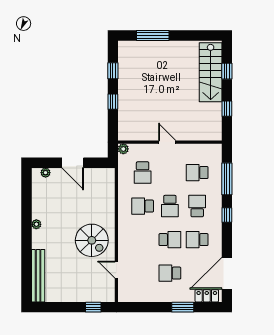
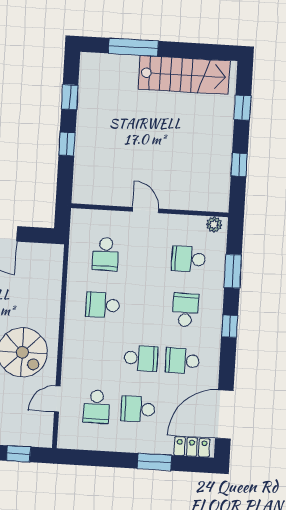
stairs: (211, 72) -> (184, 75), moved, turned -90
plant: (123, 149) -> (214, 225), moved
window: (227, 179) -> (233, 271), width x0.69
school desk: (170, 206) -> (97, 407), moved
door: (116, 270) -> (57, 399), hinge flipped

